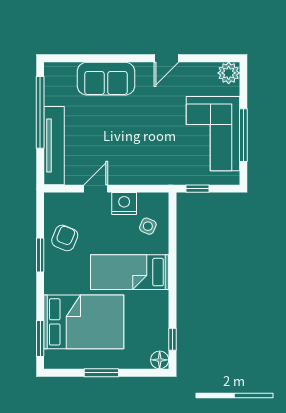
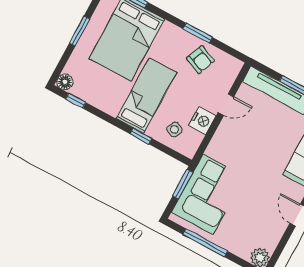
corner sofa: (213, 134) -> (208, 194), moved, turned 90
door: (96, 189) -> (226, 105), hinge flipped
window: (197, 189) -> (183, 184), width x1.50
window: (172, 256) -> (141, 136), added

